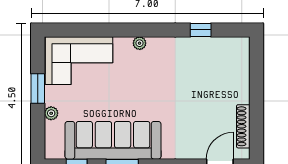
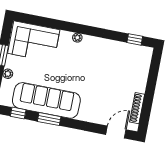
window: (201, 30) -> (135, 39), moved

